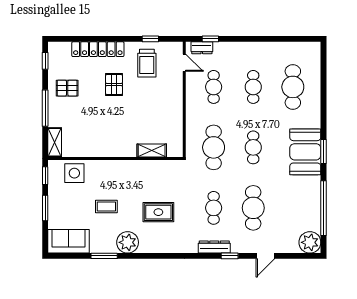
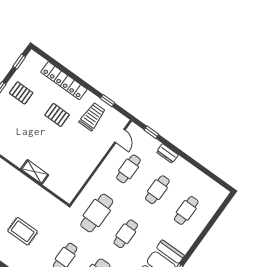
dresser: (202, 48) -> (167, 153), moved
trolley: (147, 63) -> (92, 117), turned 180
pallet: (114, 85) -> (57, 115), turned 90
cafe table: (293, 87) -> (186, 210), width x0.73, depth x0.74
shelving: (152, 151) -> (35, 172), moved

